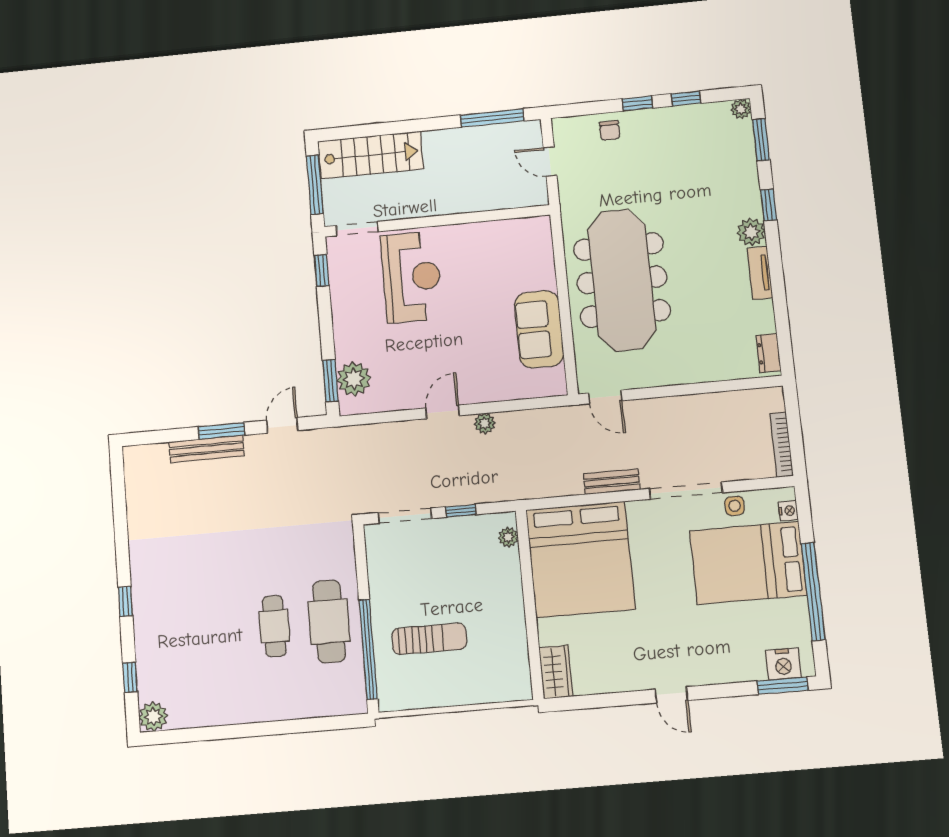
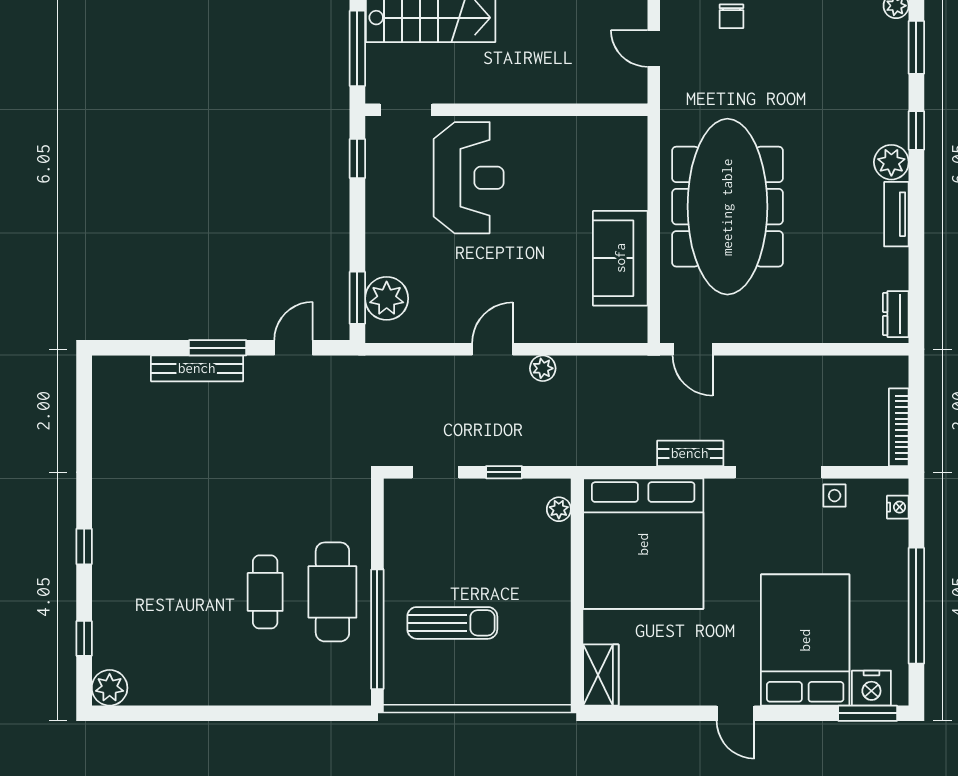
doorway: (405, 516) -> (435, 472), width x0.73
bed: (748, 563) -> (805, 640), moved, turned 90

